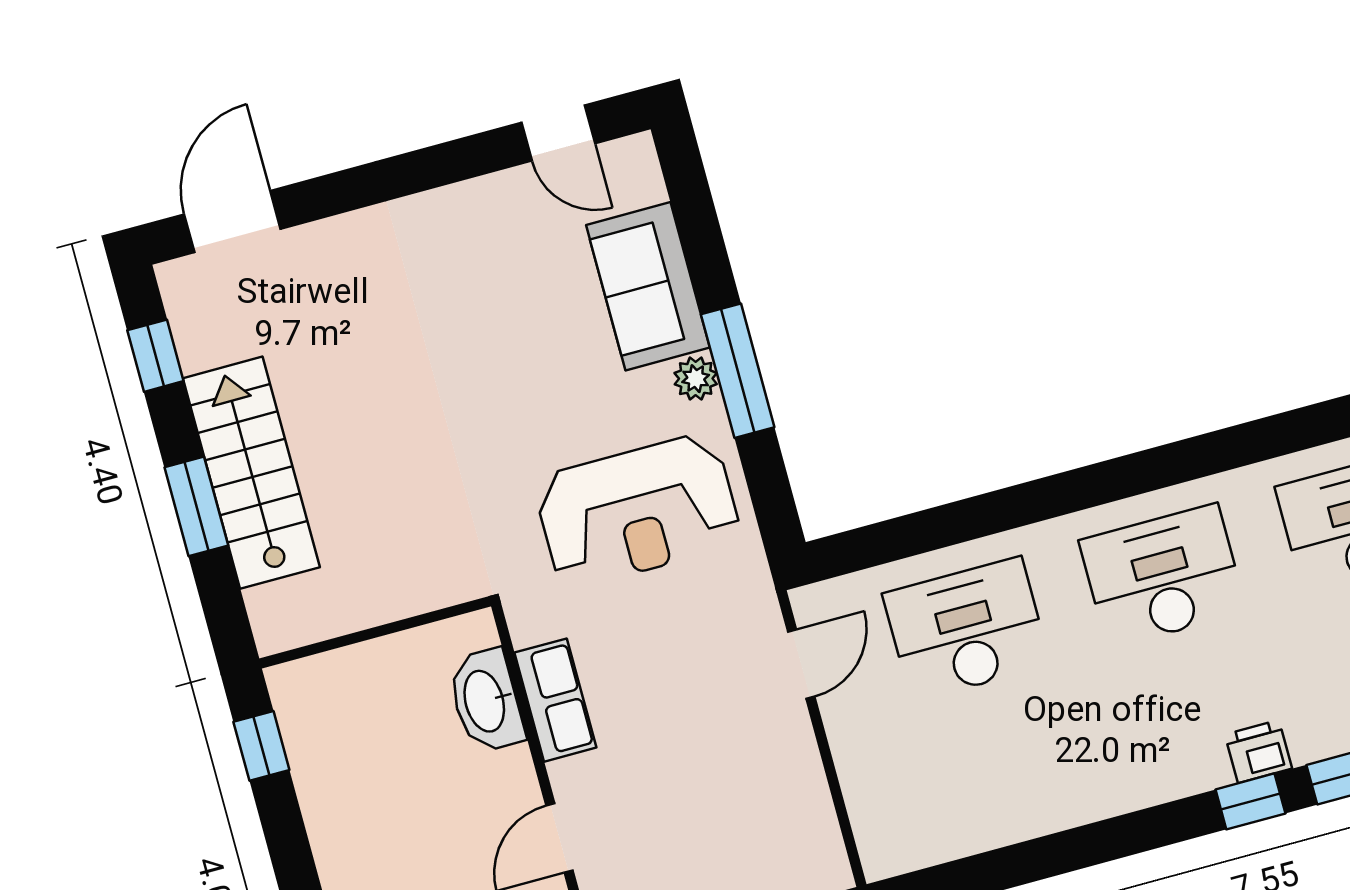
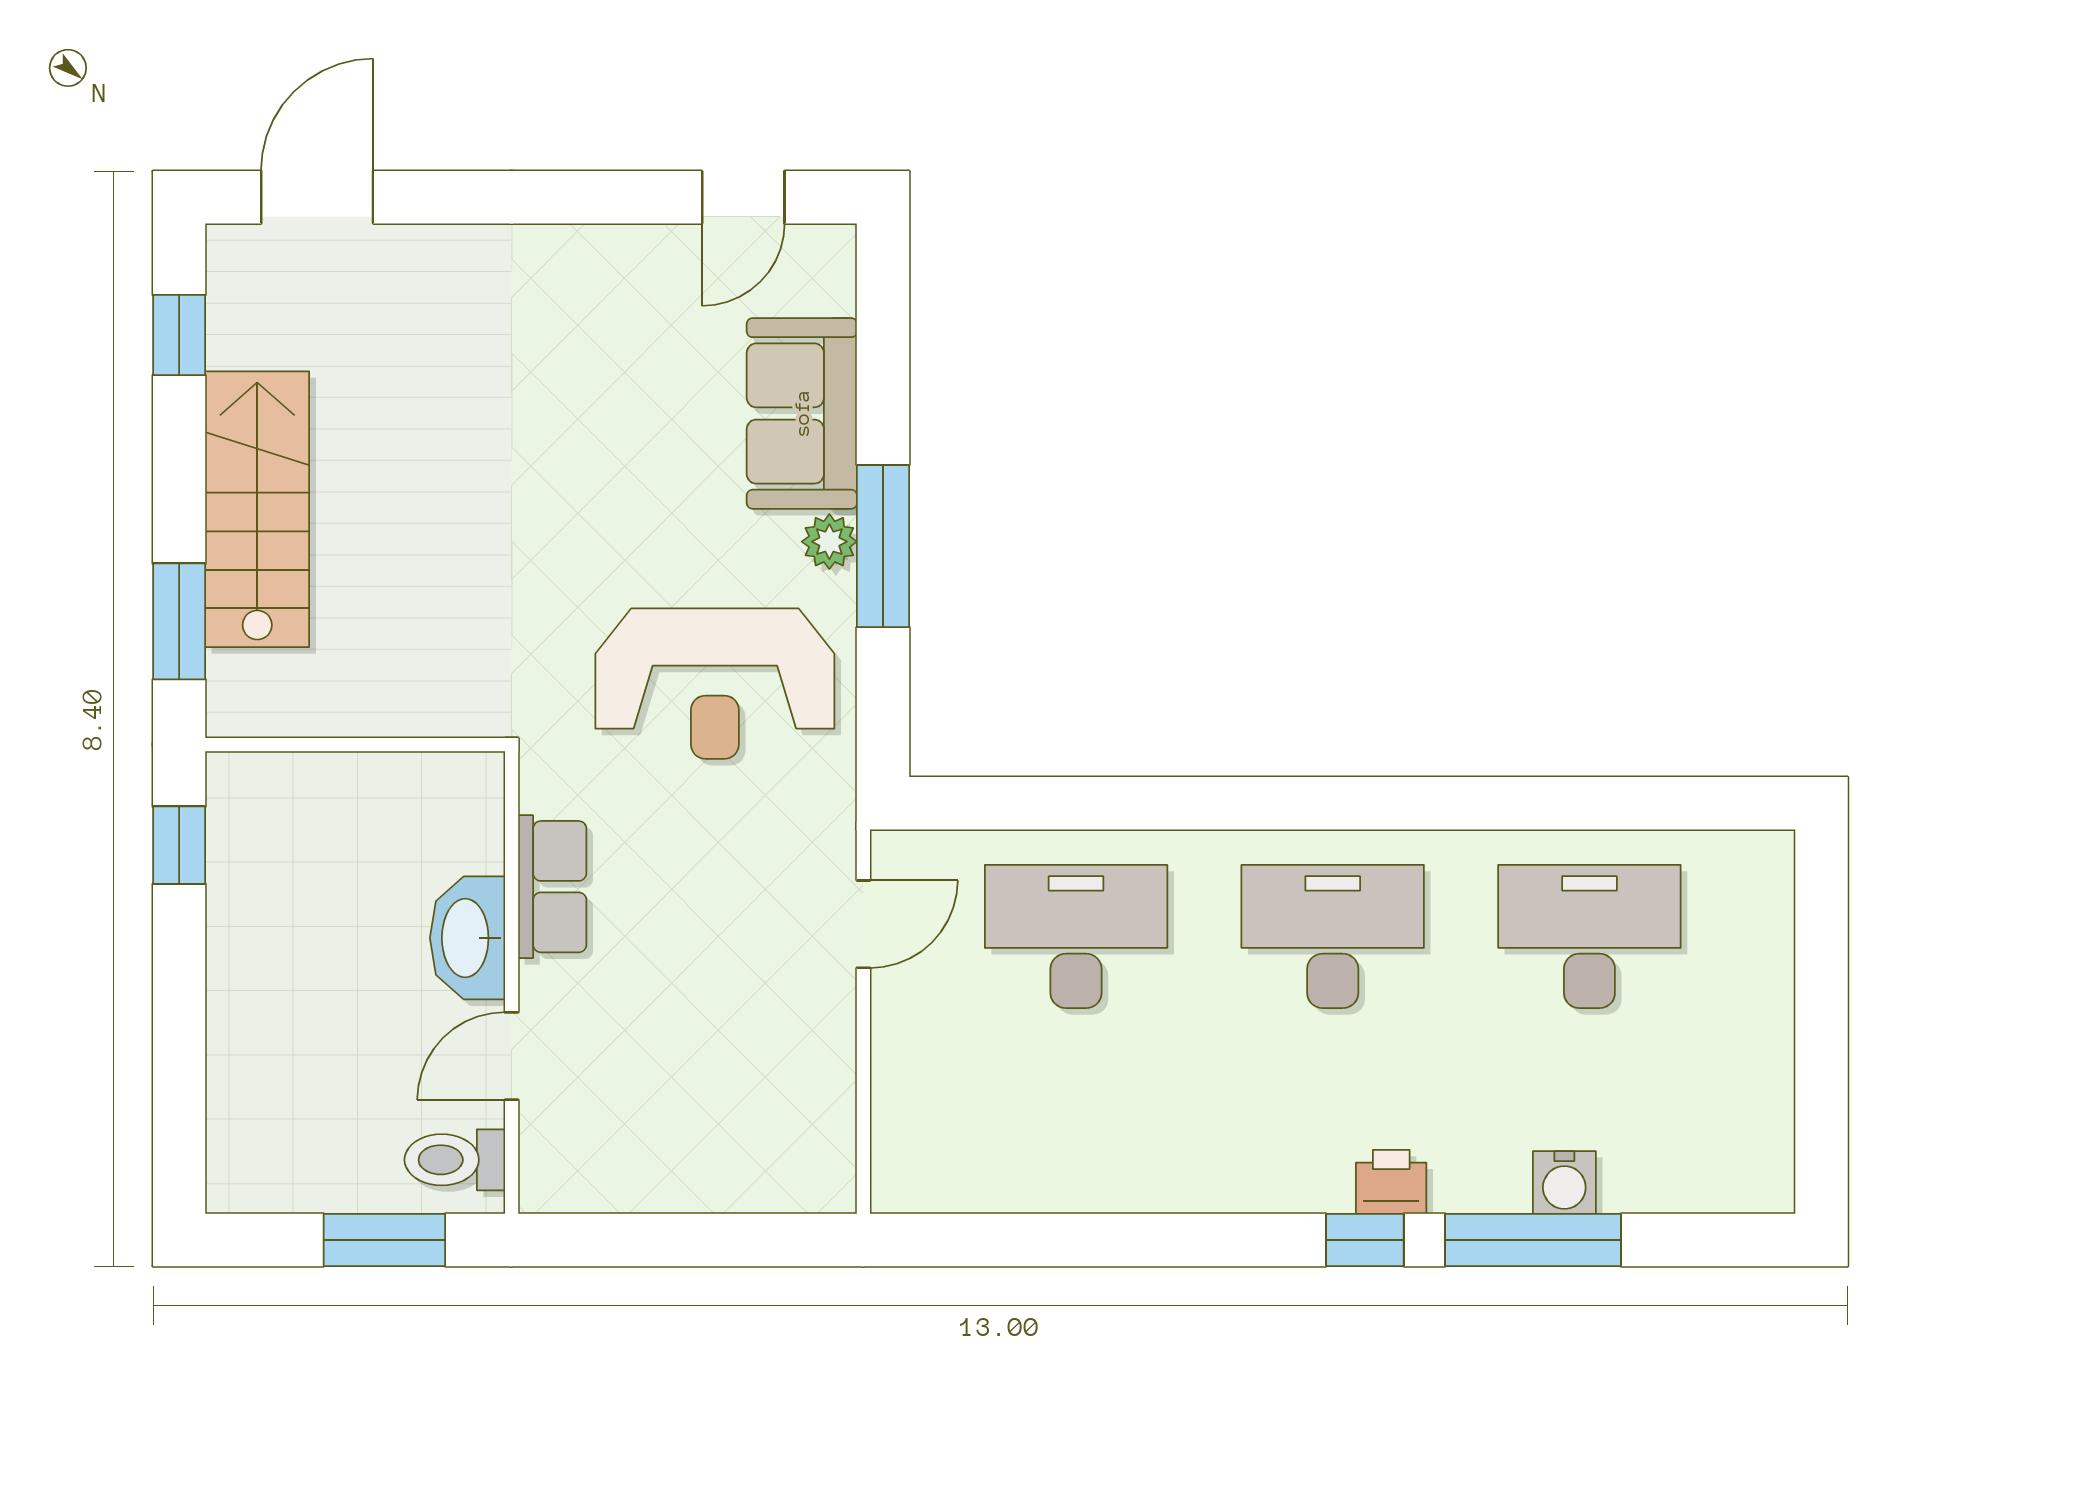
door: (558, 133) -> (743, 197), hinge flipped
window: (196, 506) -> (179, 621), moved
washbasin: (486, 701) -> (467, 938), moved

